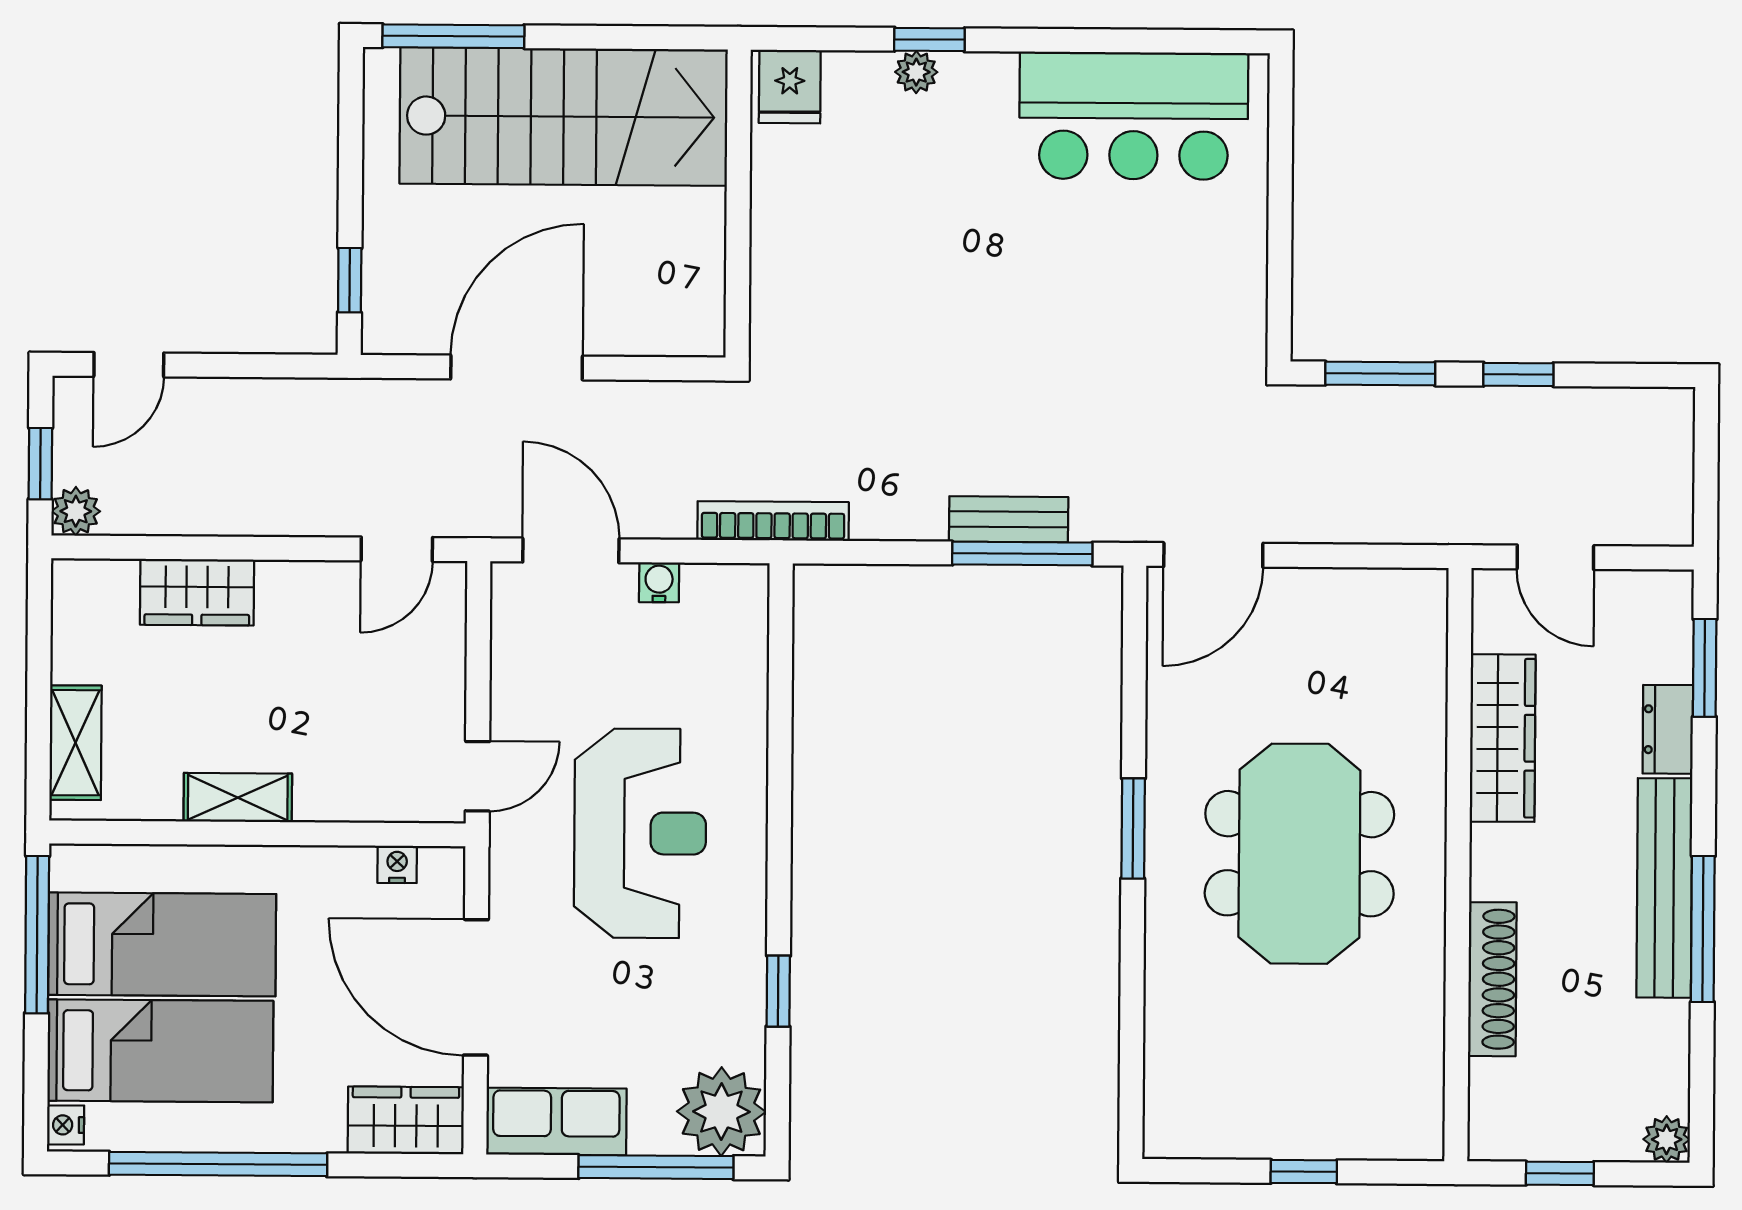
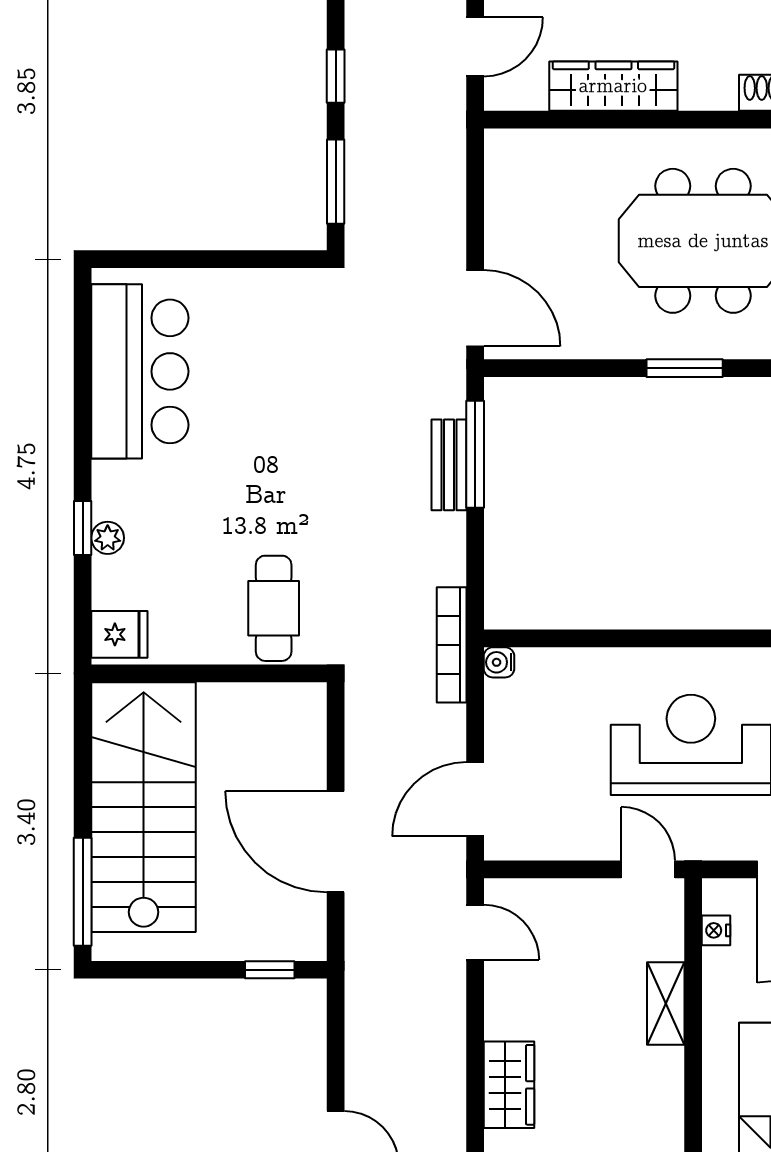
cafe table: (823, 289) -> (274, 608), added
water cooler: (659, 582) -> (499, 662), moved
shelving: (238, 798) -> (666, 1004), moved

